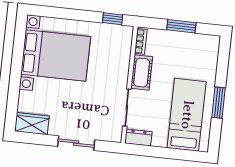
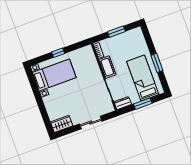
window: (113, 19) -> (58, 53), moved
bed with nightstands: (56, 55) -> (54, 75), width x0.73
window: (168, 153) -> (143, 104), added

